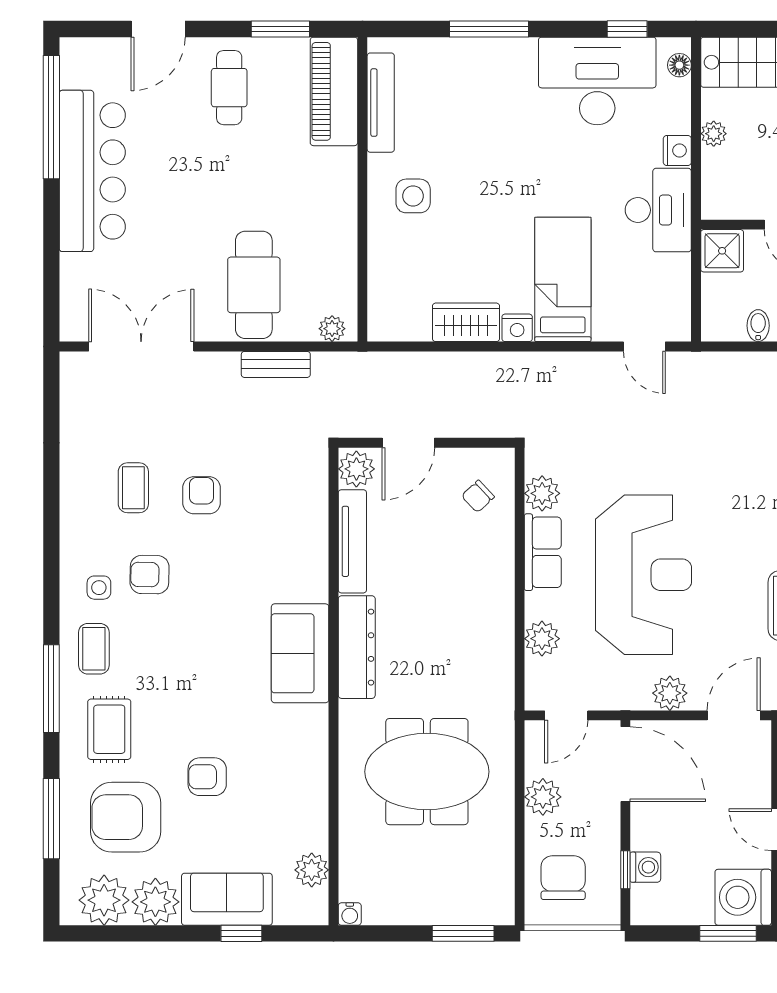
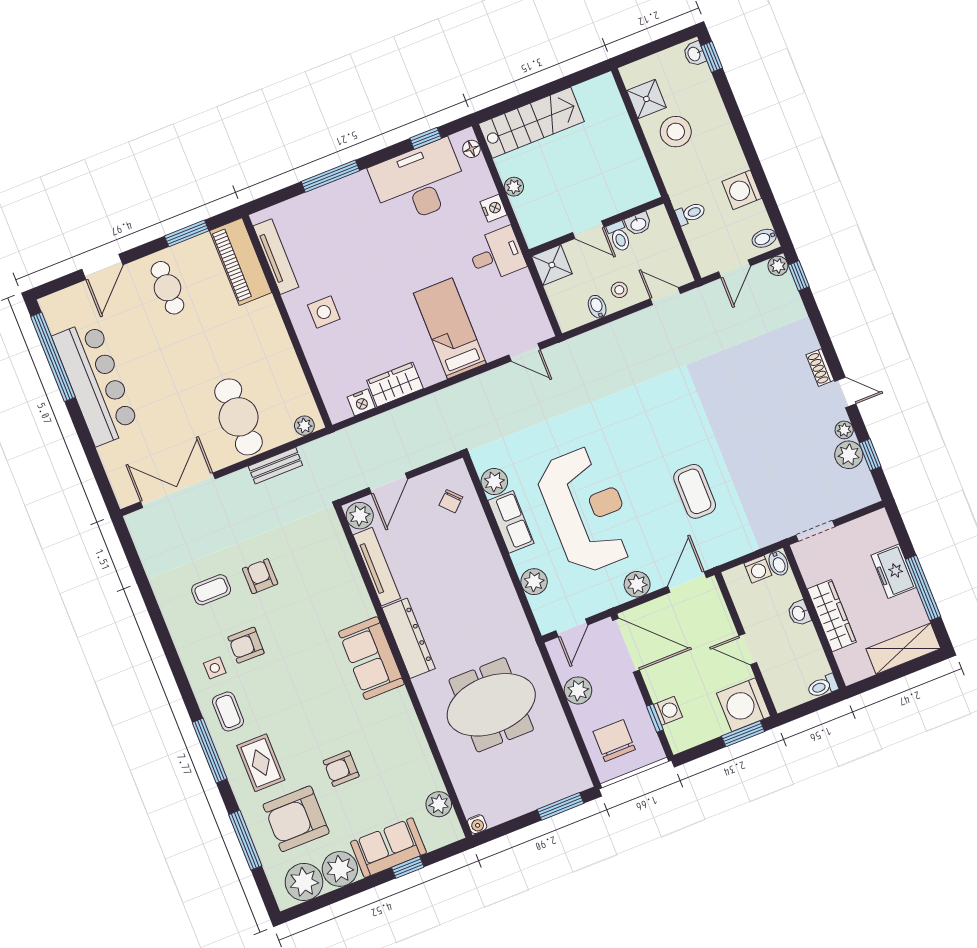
desk: (658, 210) -> (497, 254), width x0.73
nightstand: (517, 328) -> (361, 402), moved
coffee table: (133, 488) -> (211, 590), turned 90

